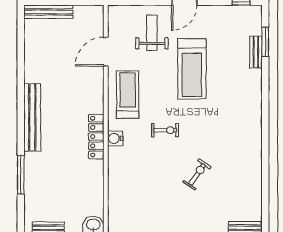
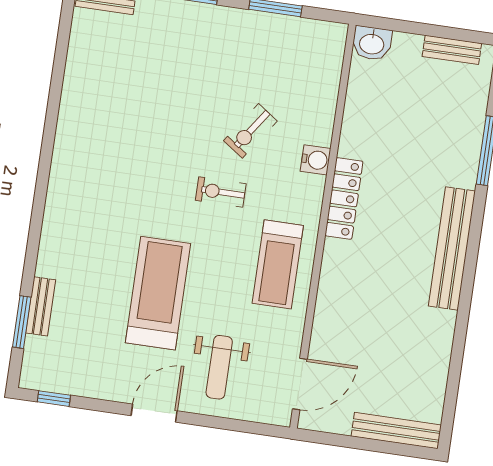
door: (106, 52) -> (300, 384), moved
water cooler: (115, 138) -> (315, 160), moved
exercise bike: (197, 174) -> (250, 131), moved

